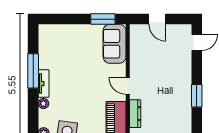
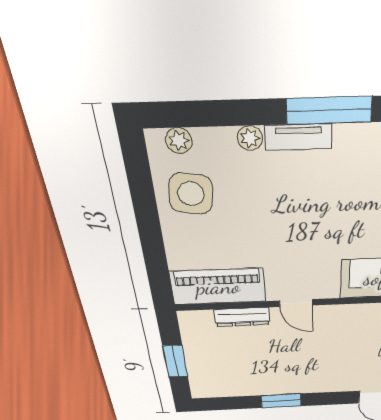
door: (128, 86) -> (296, 303), swing flipped

